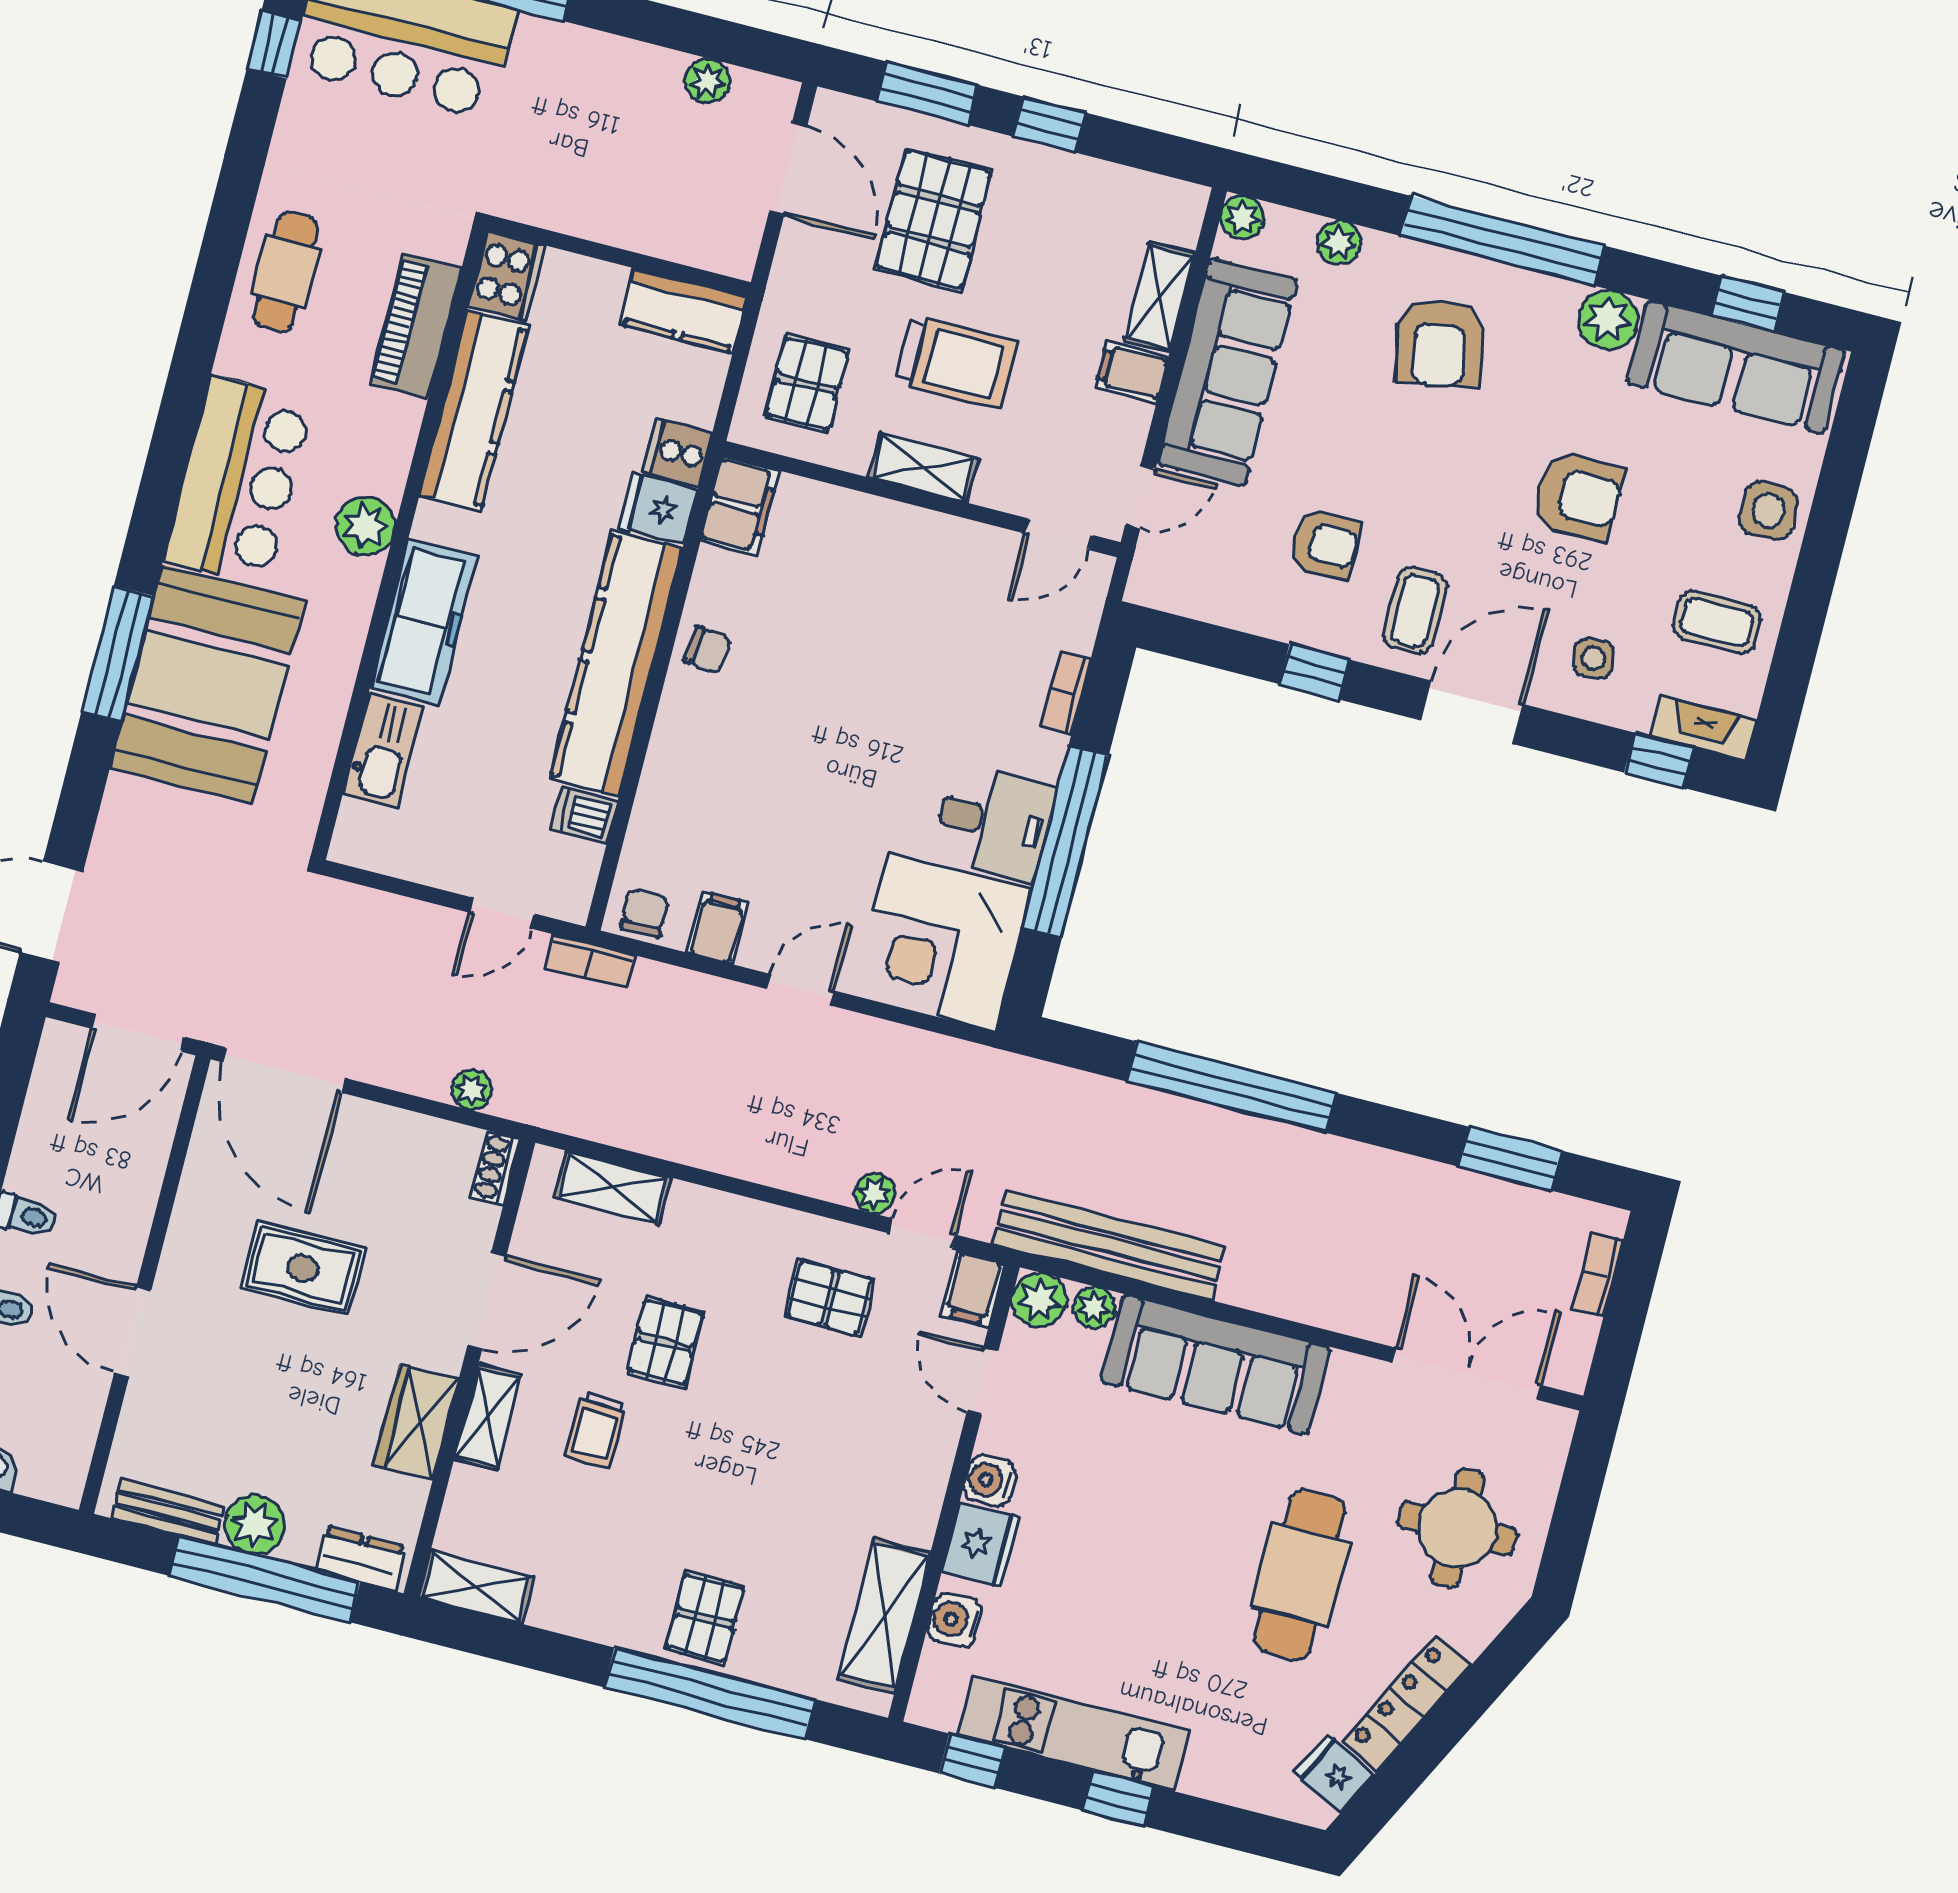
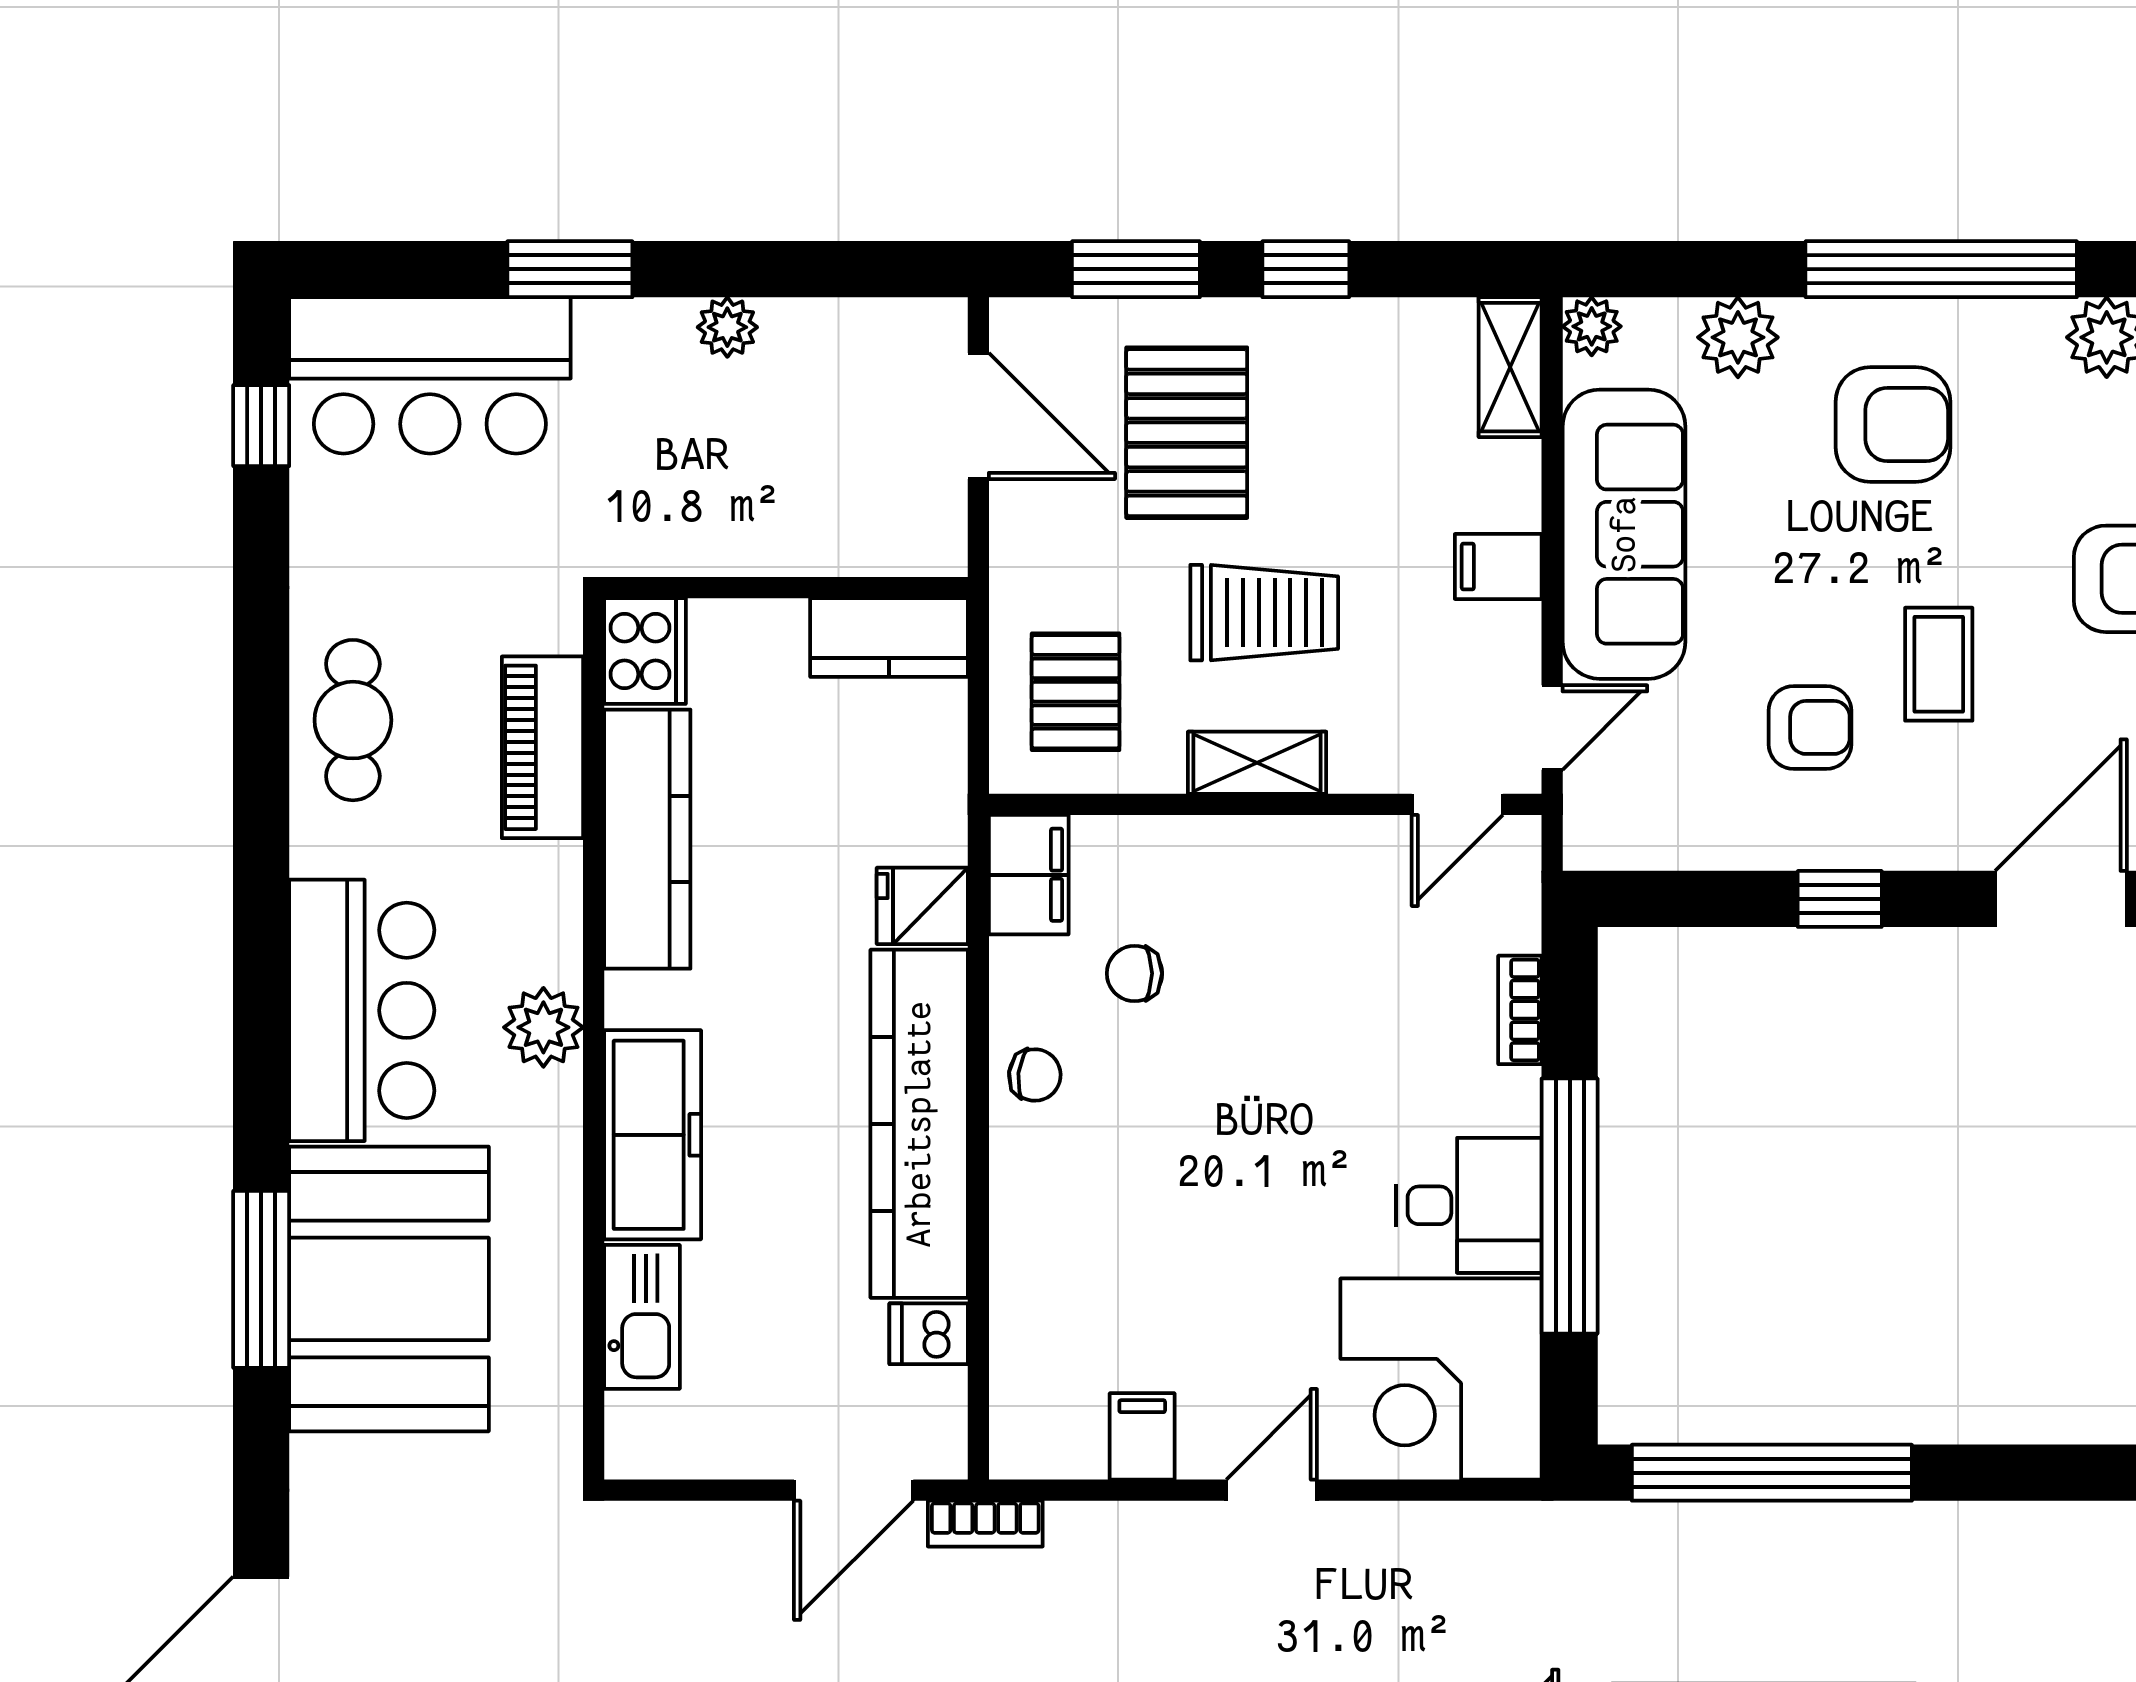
plant: (707, 81) -> (727, 327), moved
plant: (1339, 242) -> (1738, 337), width x1.38, depth x1.38
shelving: (1160, 297) -> (1510, 367), moved
armchair: (1439, 343) -> (1893, 424), turned -79
cooker: (678, 452) -> (929, 825), removed
coffee table: (1415, 611) -> (1939, 664), moved
door: (502, 913) -> (854, 1490), width x1.38
chair: (645, 913) -> (1134, 973), moved, turned -90
window: (1231, 1087) -> (1772, 1473), moved

